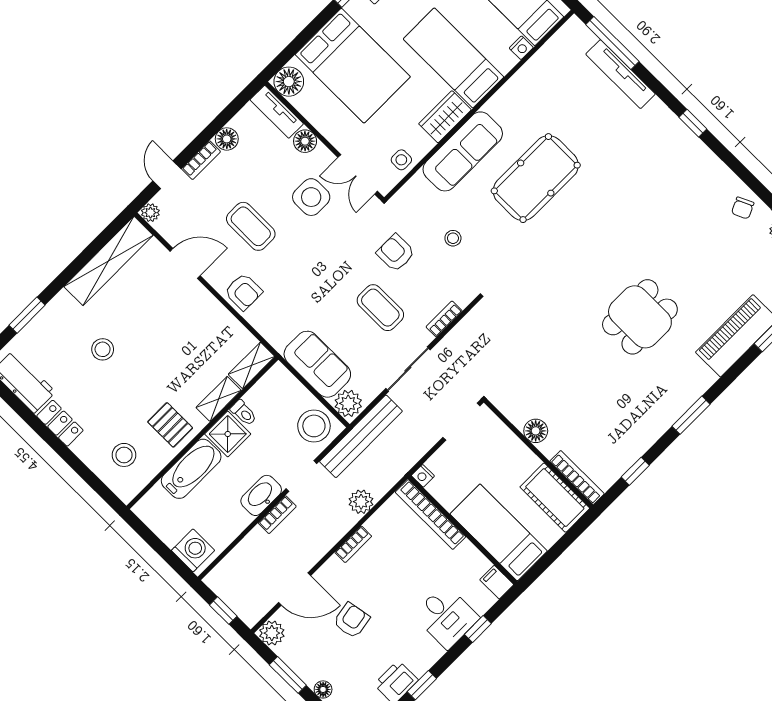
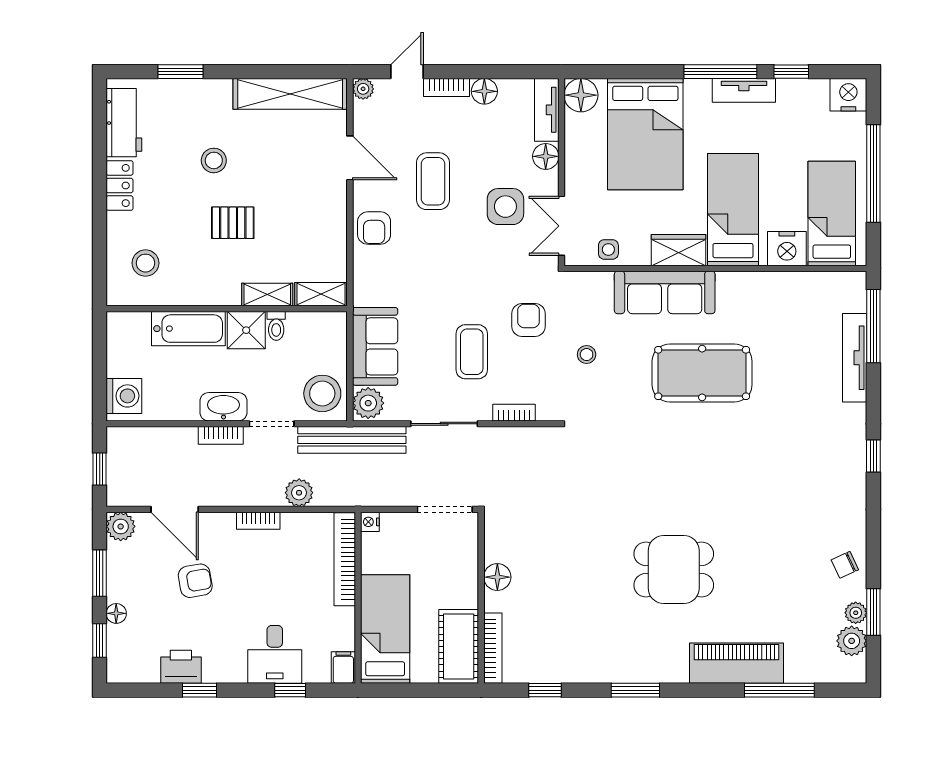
nightstand: (521, 48) -> (787, 249), width x1.89, depth x1.79
pallet: (170, 425) -> (233, 223), moved, turned 90

